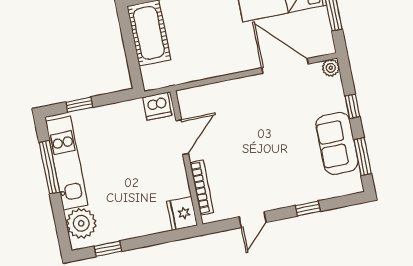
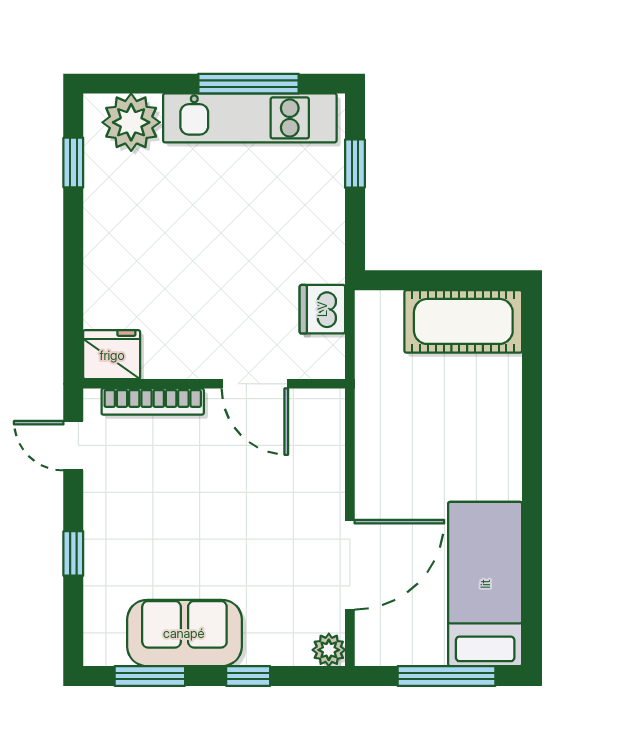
door: (182, 137) -> (255, 384), moved
wall: (186, 158) -> (214, 384), moved
bookcase: (202, 188) -> (153, 402), moved
fridge: (182, 213) -> (112, 355), moved

